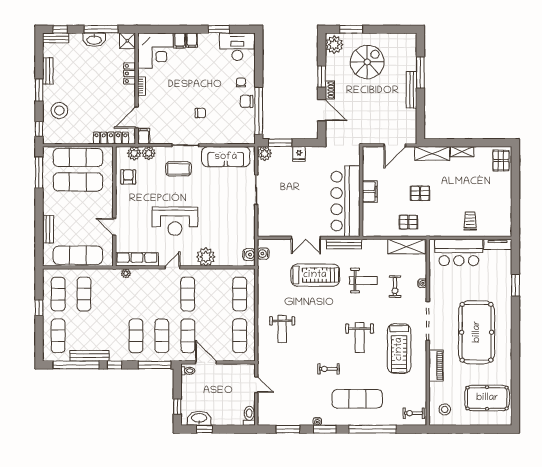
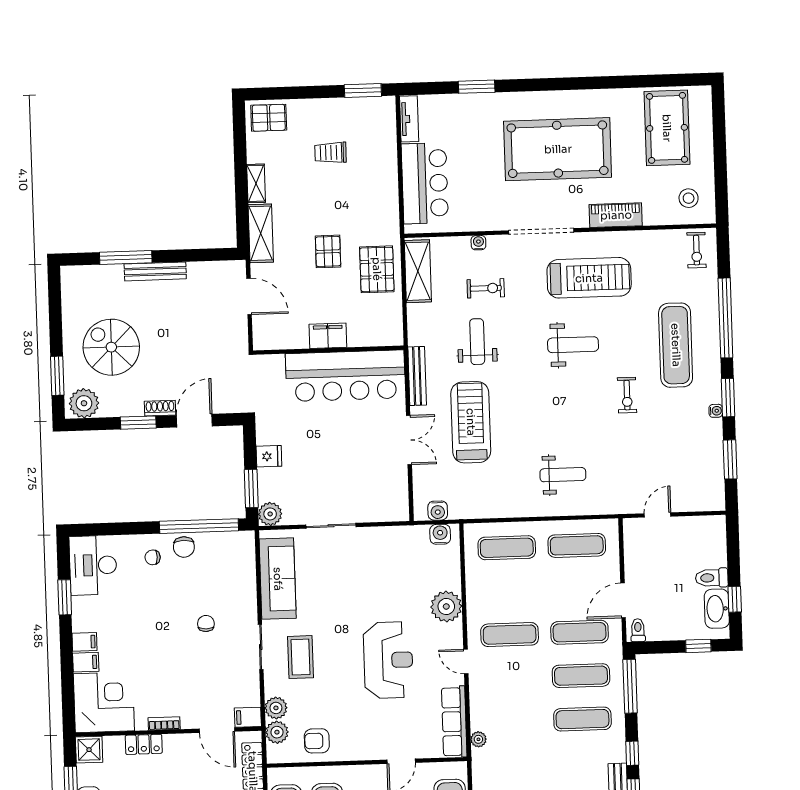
window: (515, 217) -> (363, 90), added
trolley: (470, 221) -> (330, 153), moved
pallet: (408, 222) -> (377, 269), width x1.50, depth x1.42
toilet: (249, 416) -> (712, 578), moved

